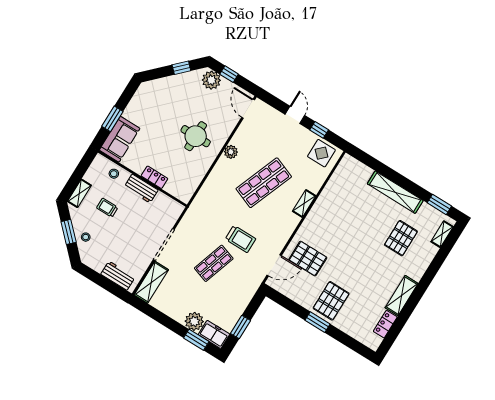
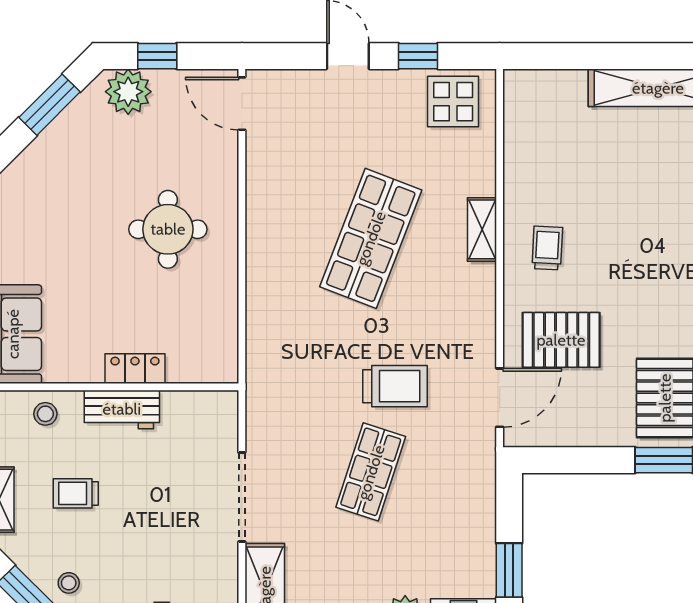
window: (181, 68) -> (50, 105), width x1.50
plant: (231, 152) -> (262, 216), removed
trolley: (323, 224) -> (547, 248), added

